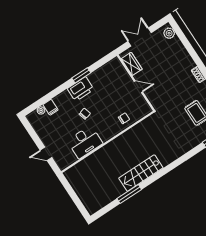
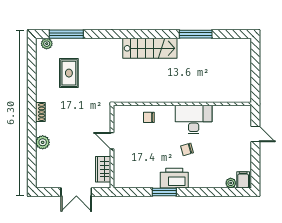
plant: (169, 33) -> (43, 142), moved
filing cabinet: (51, 107) -> (243, 180), moved
desk: (85, 142) -> (194, 120), moved
stairs: (141, 173) -> (150, 48), moved

